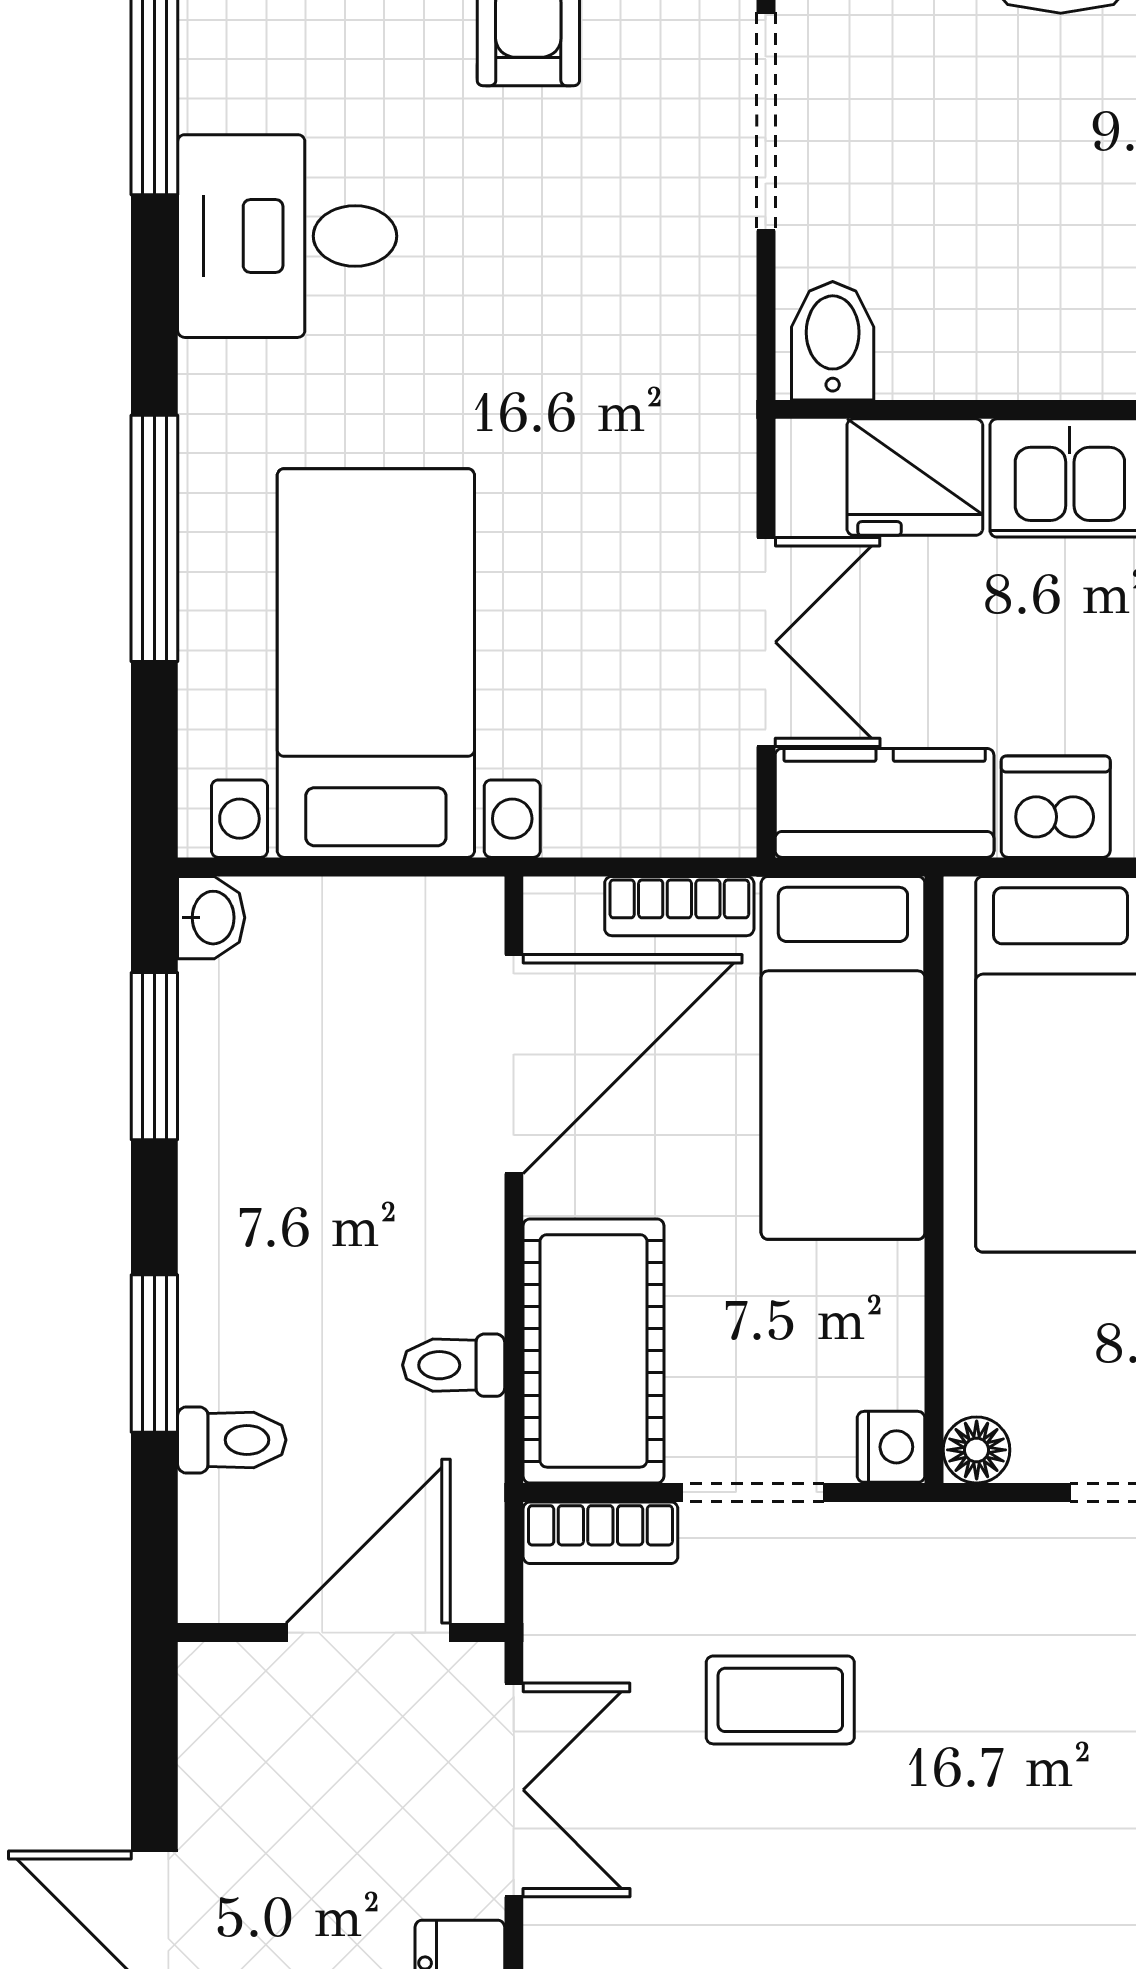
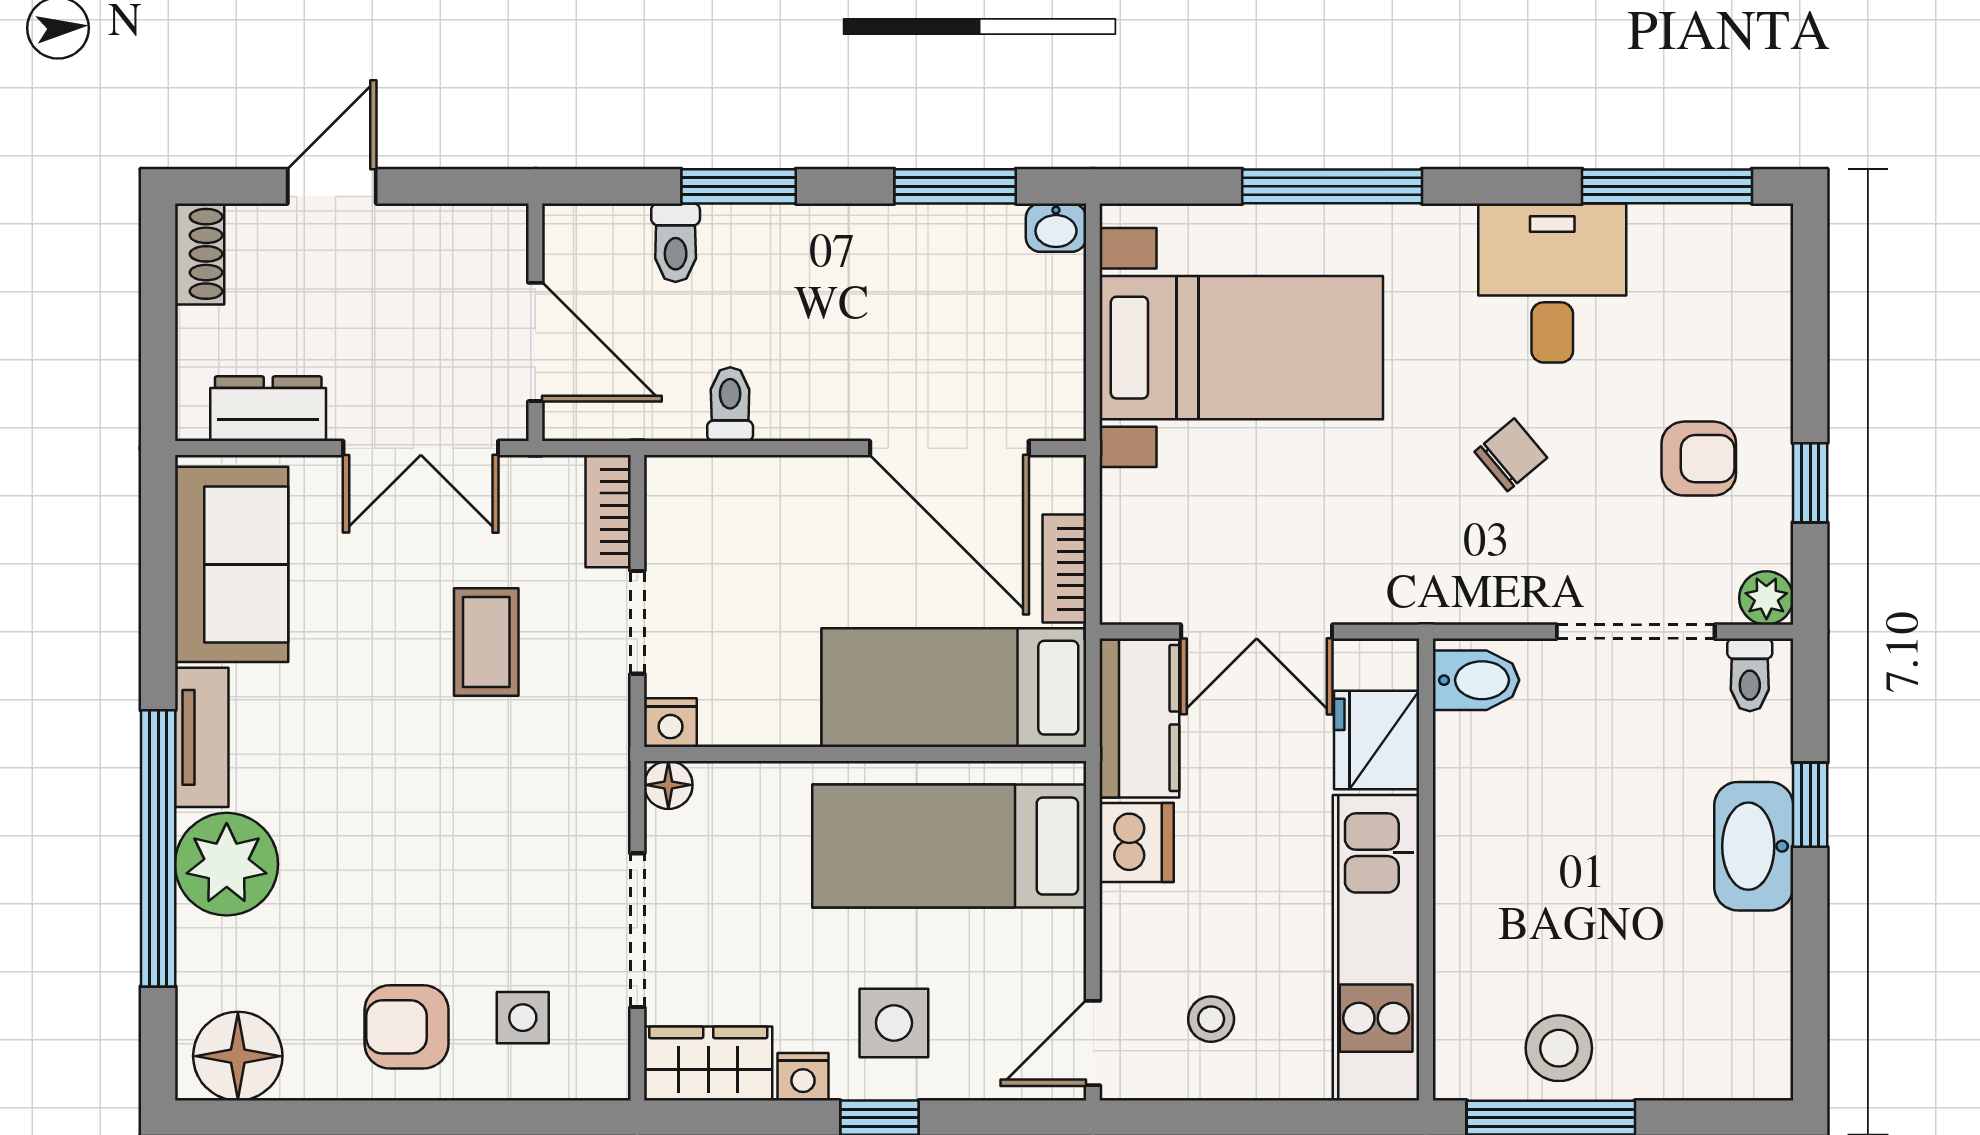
chair: (523, 293) -> (1511, 455), added
cot: (593, 1351) -> (740, 506), removed

